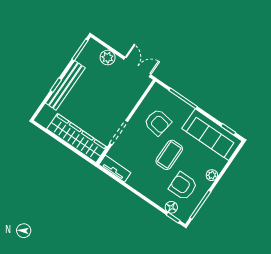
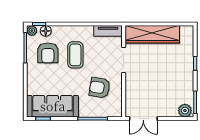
plant: (108, 58) -> (185, 111), moved
bench: (65, 85) -> (188, 68), removed
coffee table: (169, 155) -> (75, 55), moved
plant: (212, 175) -> (32, 31), moved
armchair: (183, 186) -> (48, 53), turned 90

